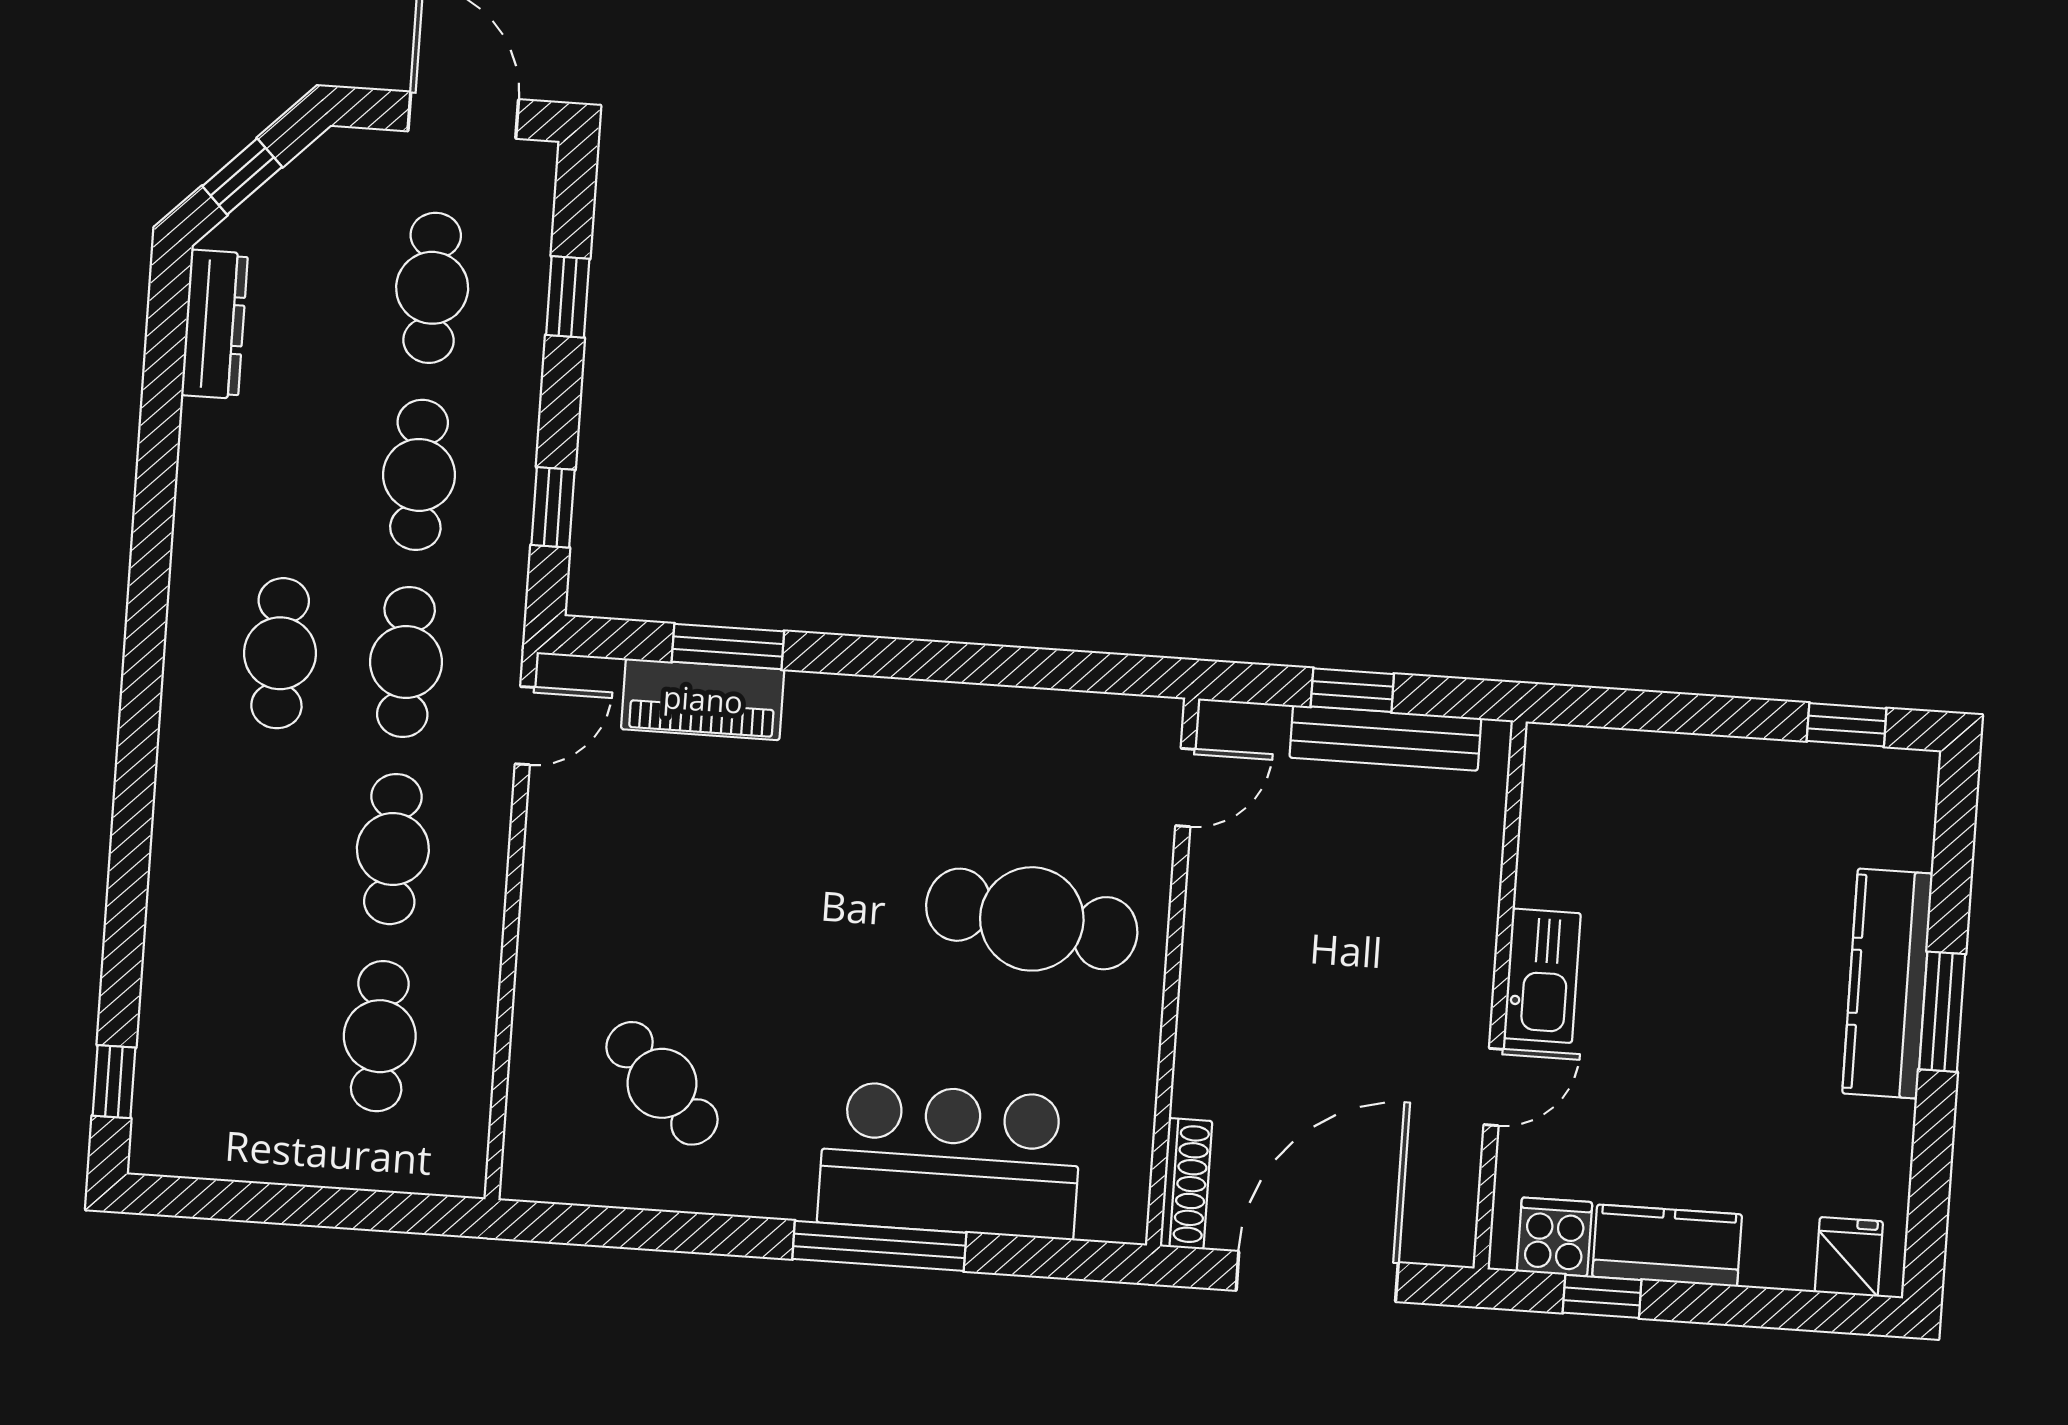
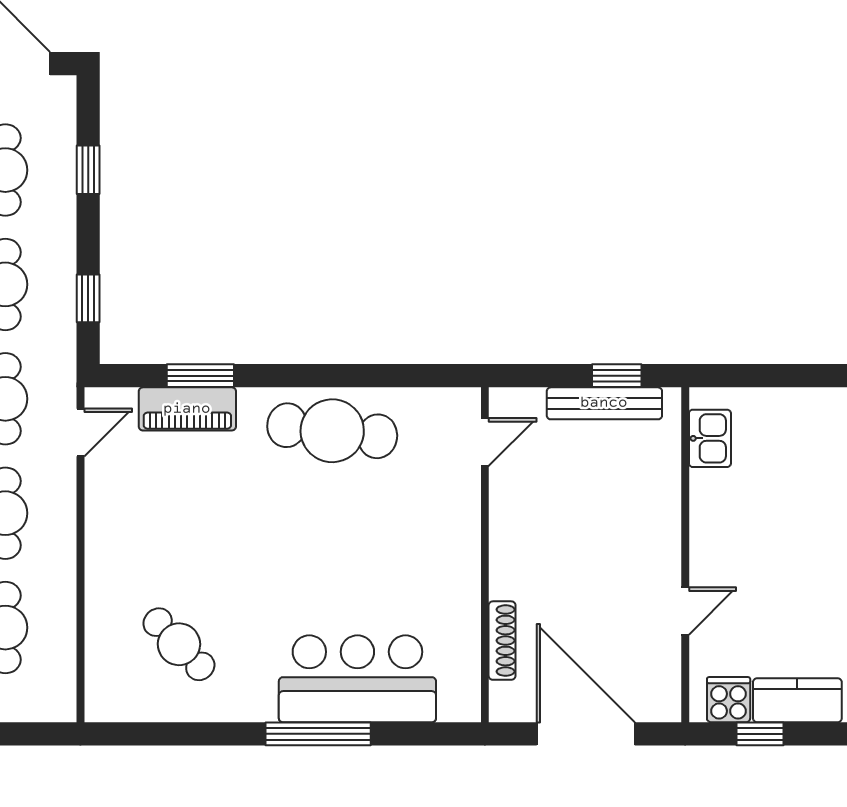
window: (1352, 690) -> (617, 376), moved
cafe table: (1032, 919) -> (332, 431), moved
kitchen sink: (1542, 976) -> (710, 438), moved, width x0.73
shoe rack: (1186, 1184) -> (502, 641), moved
door: (1317, 1277) -> (586, 734), hinge flipped

